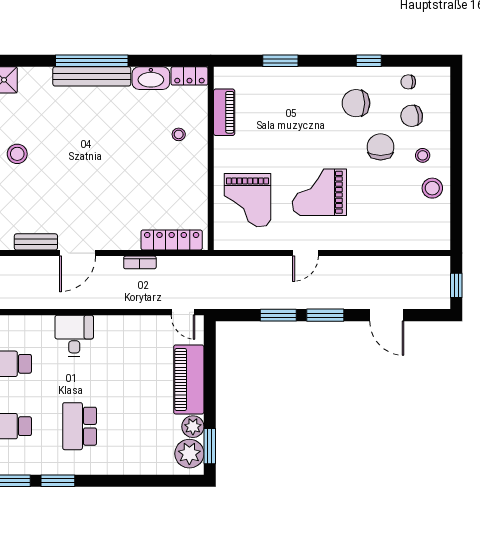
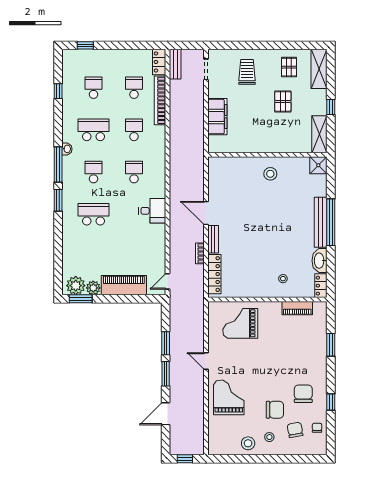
grand piano: (319, 192) -> (229, 397), moved
bench: (36, 242) -> (213, 239), moved

